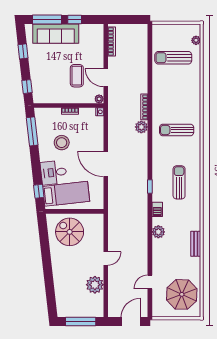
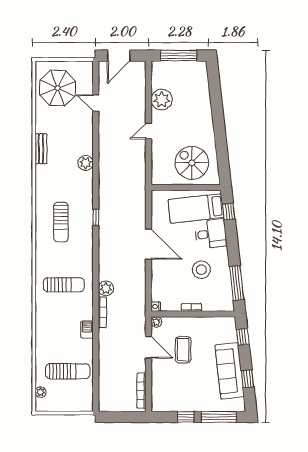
sofa: (56, 34) -> (230, 371), moved, turned -96
barbecue: (157, 209) -> (87, 330), moved
spiral stairs: (70, 232) -> (192, 163), turned 180
door: (150, 282) -> (96, 103), swing flipped

